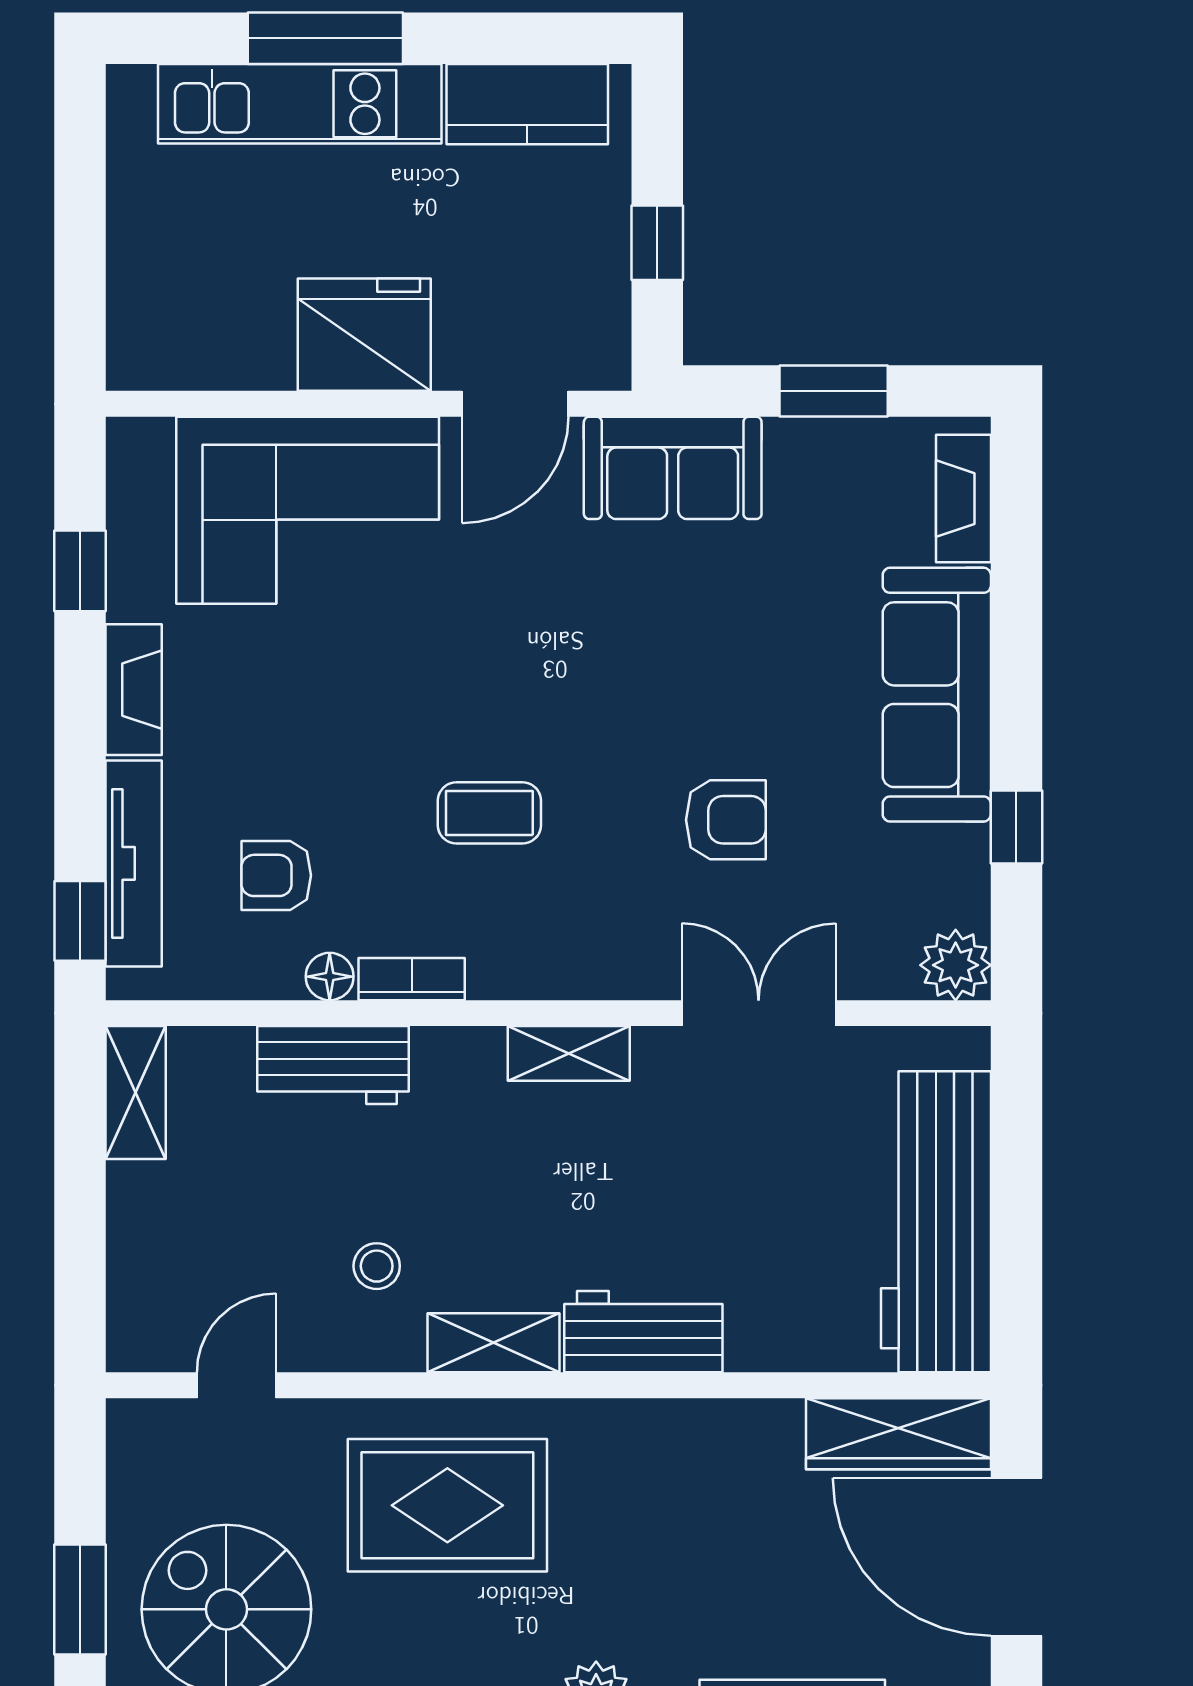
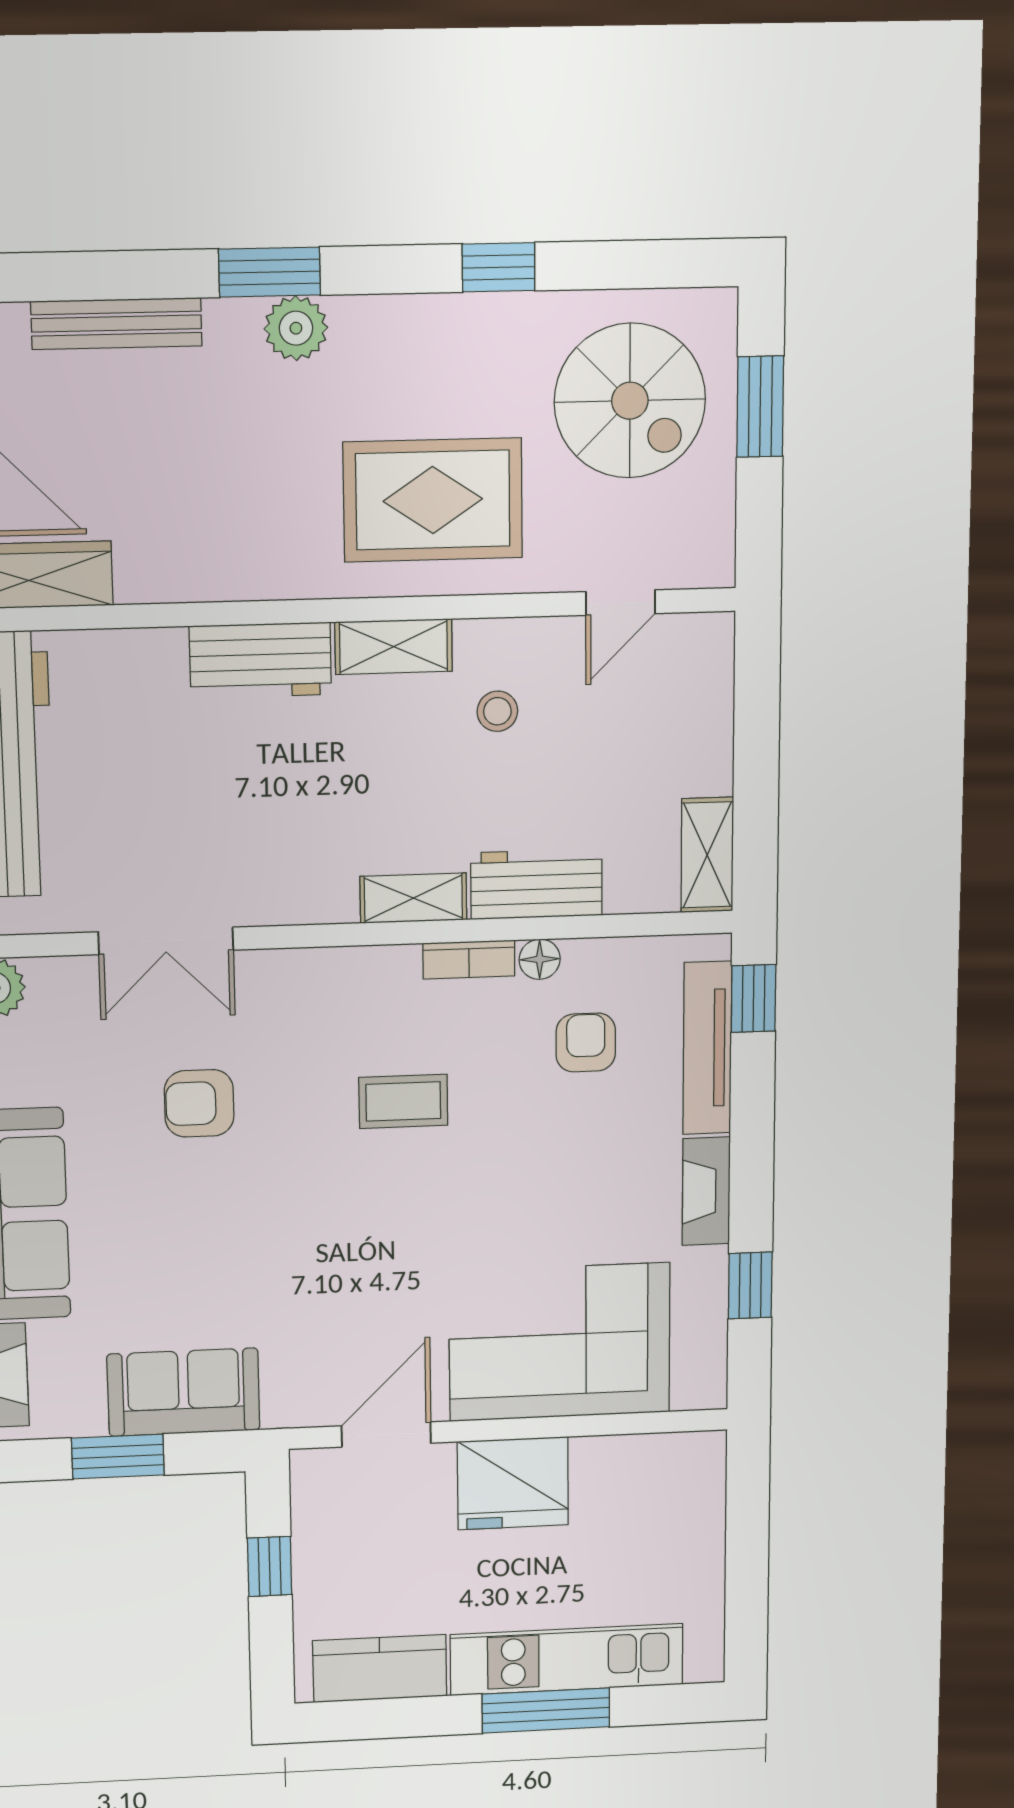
sofa: (673, 468) -> (183, 1392), moved
armchair: (276, 875) -> (586, 1043), turned -90
shelving: (569, 1053) -> (413, 898), moved

